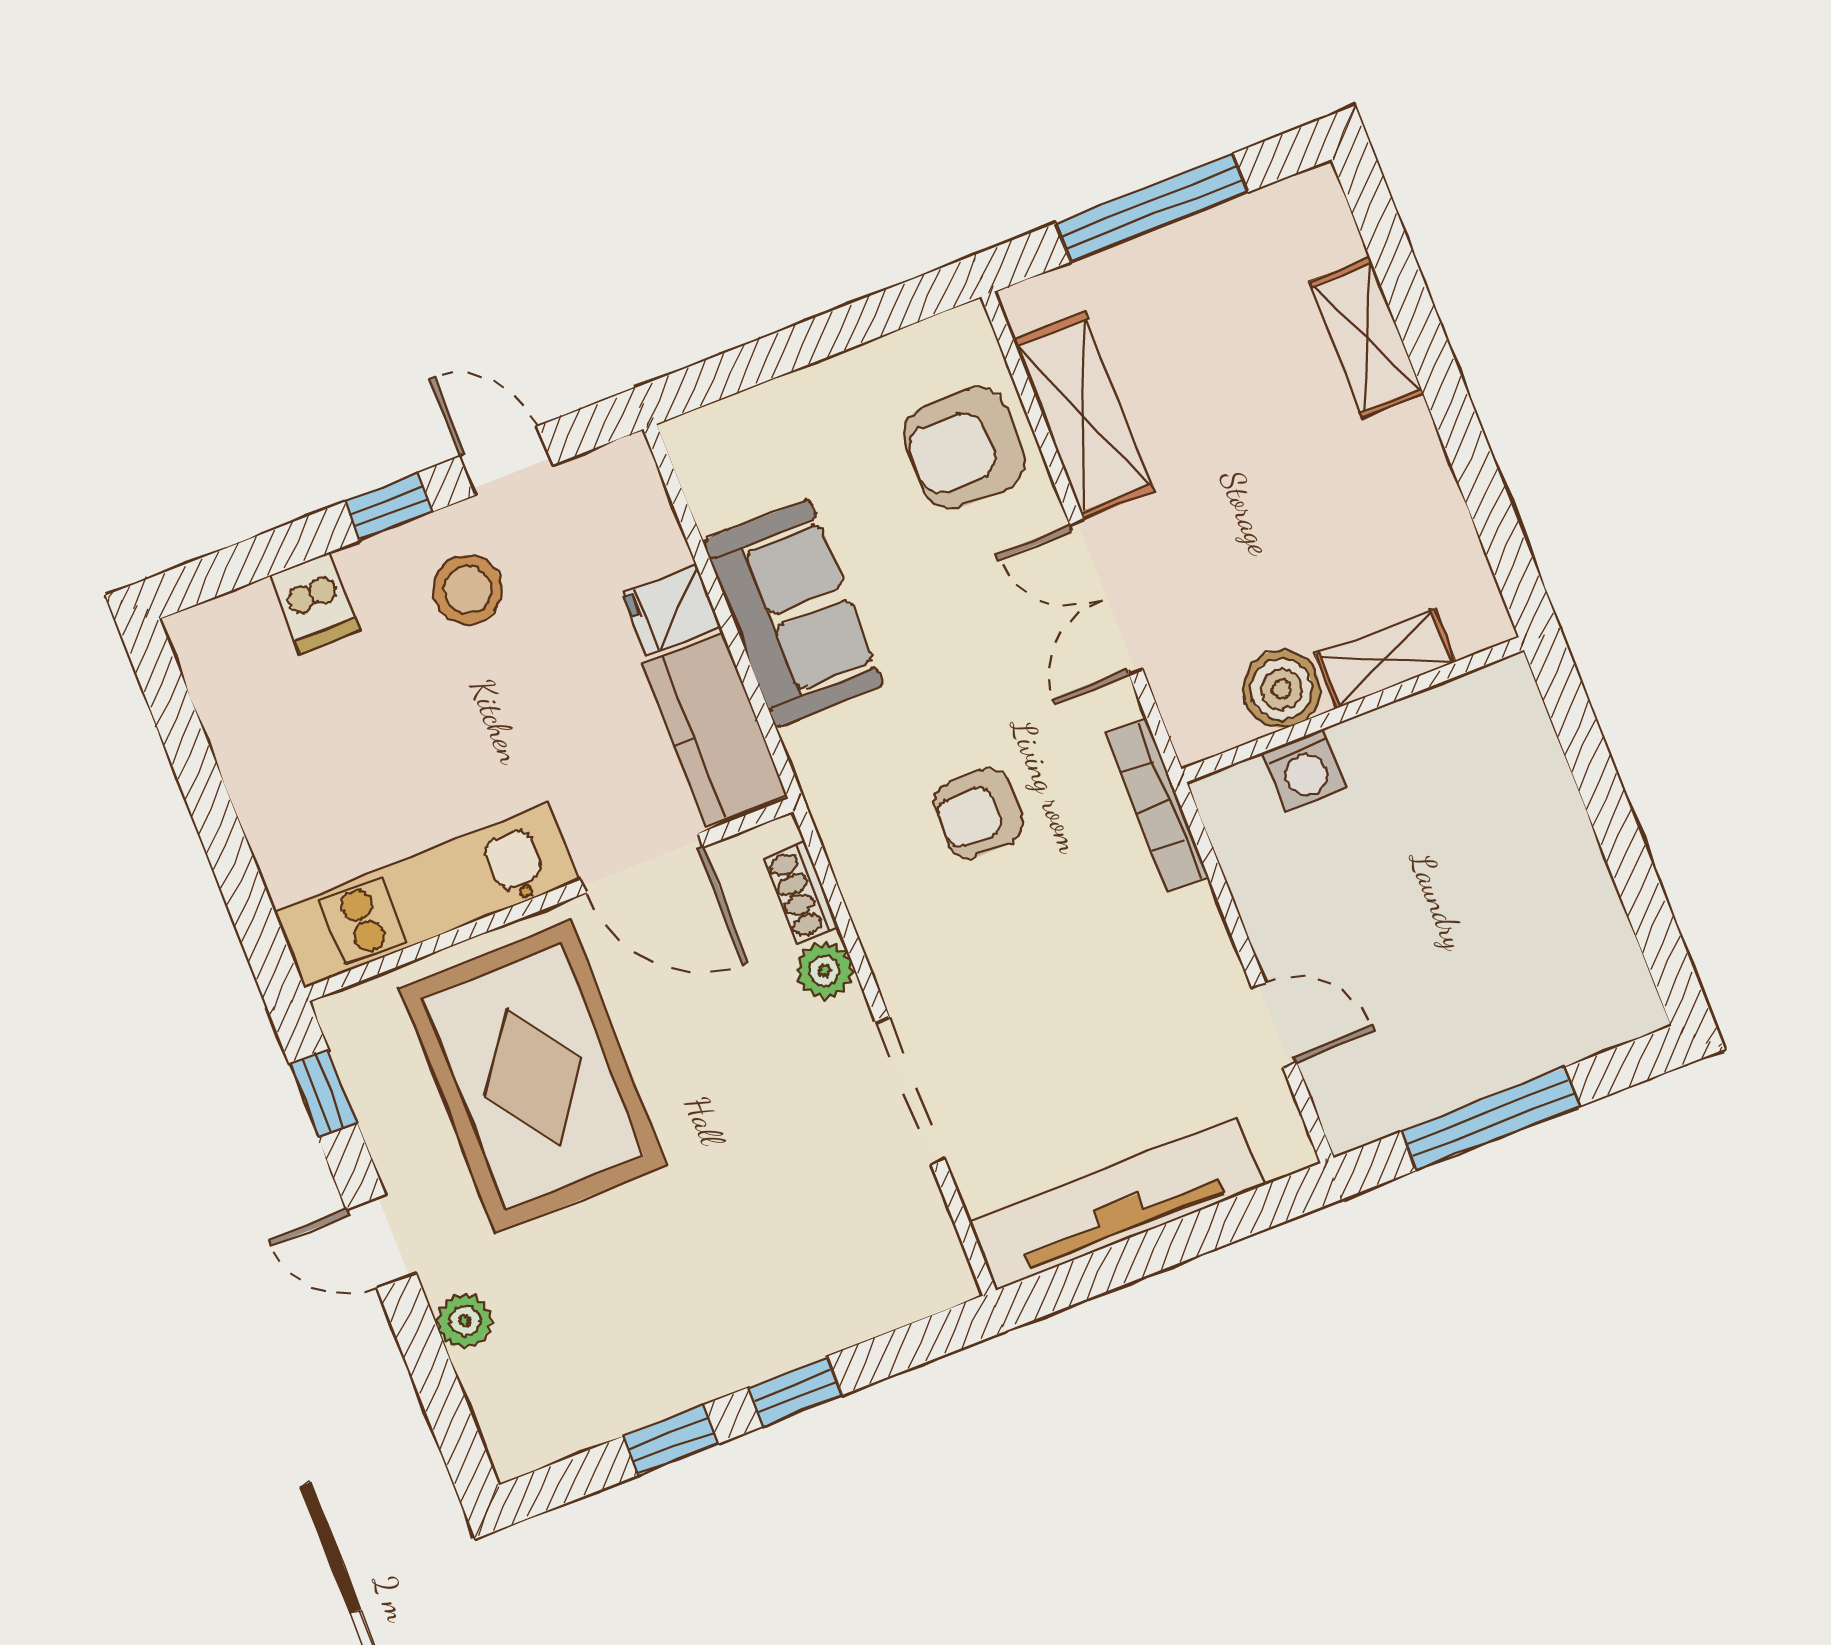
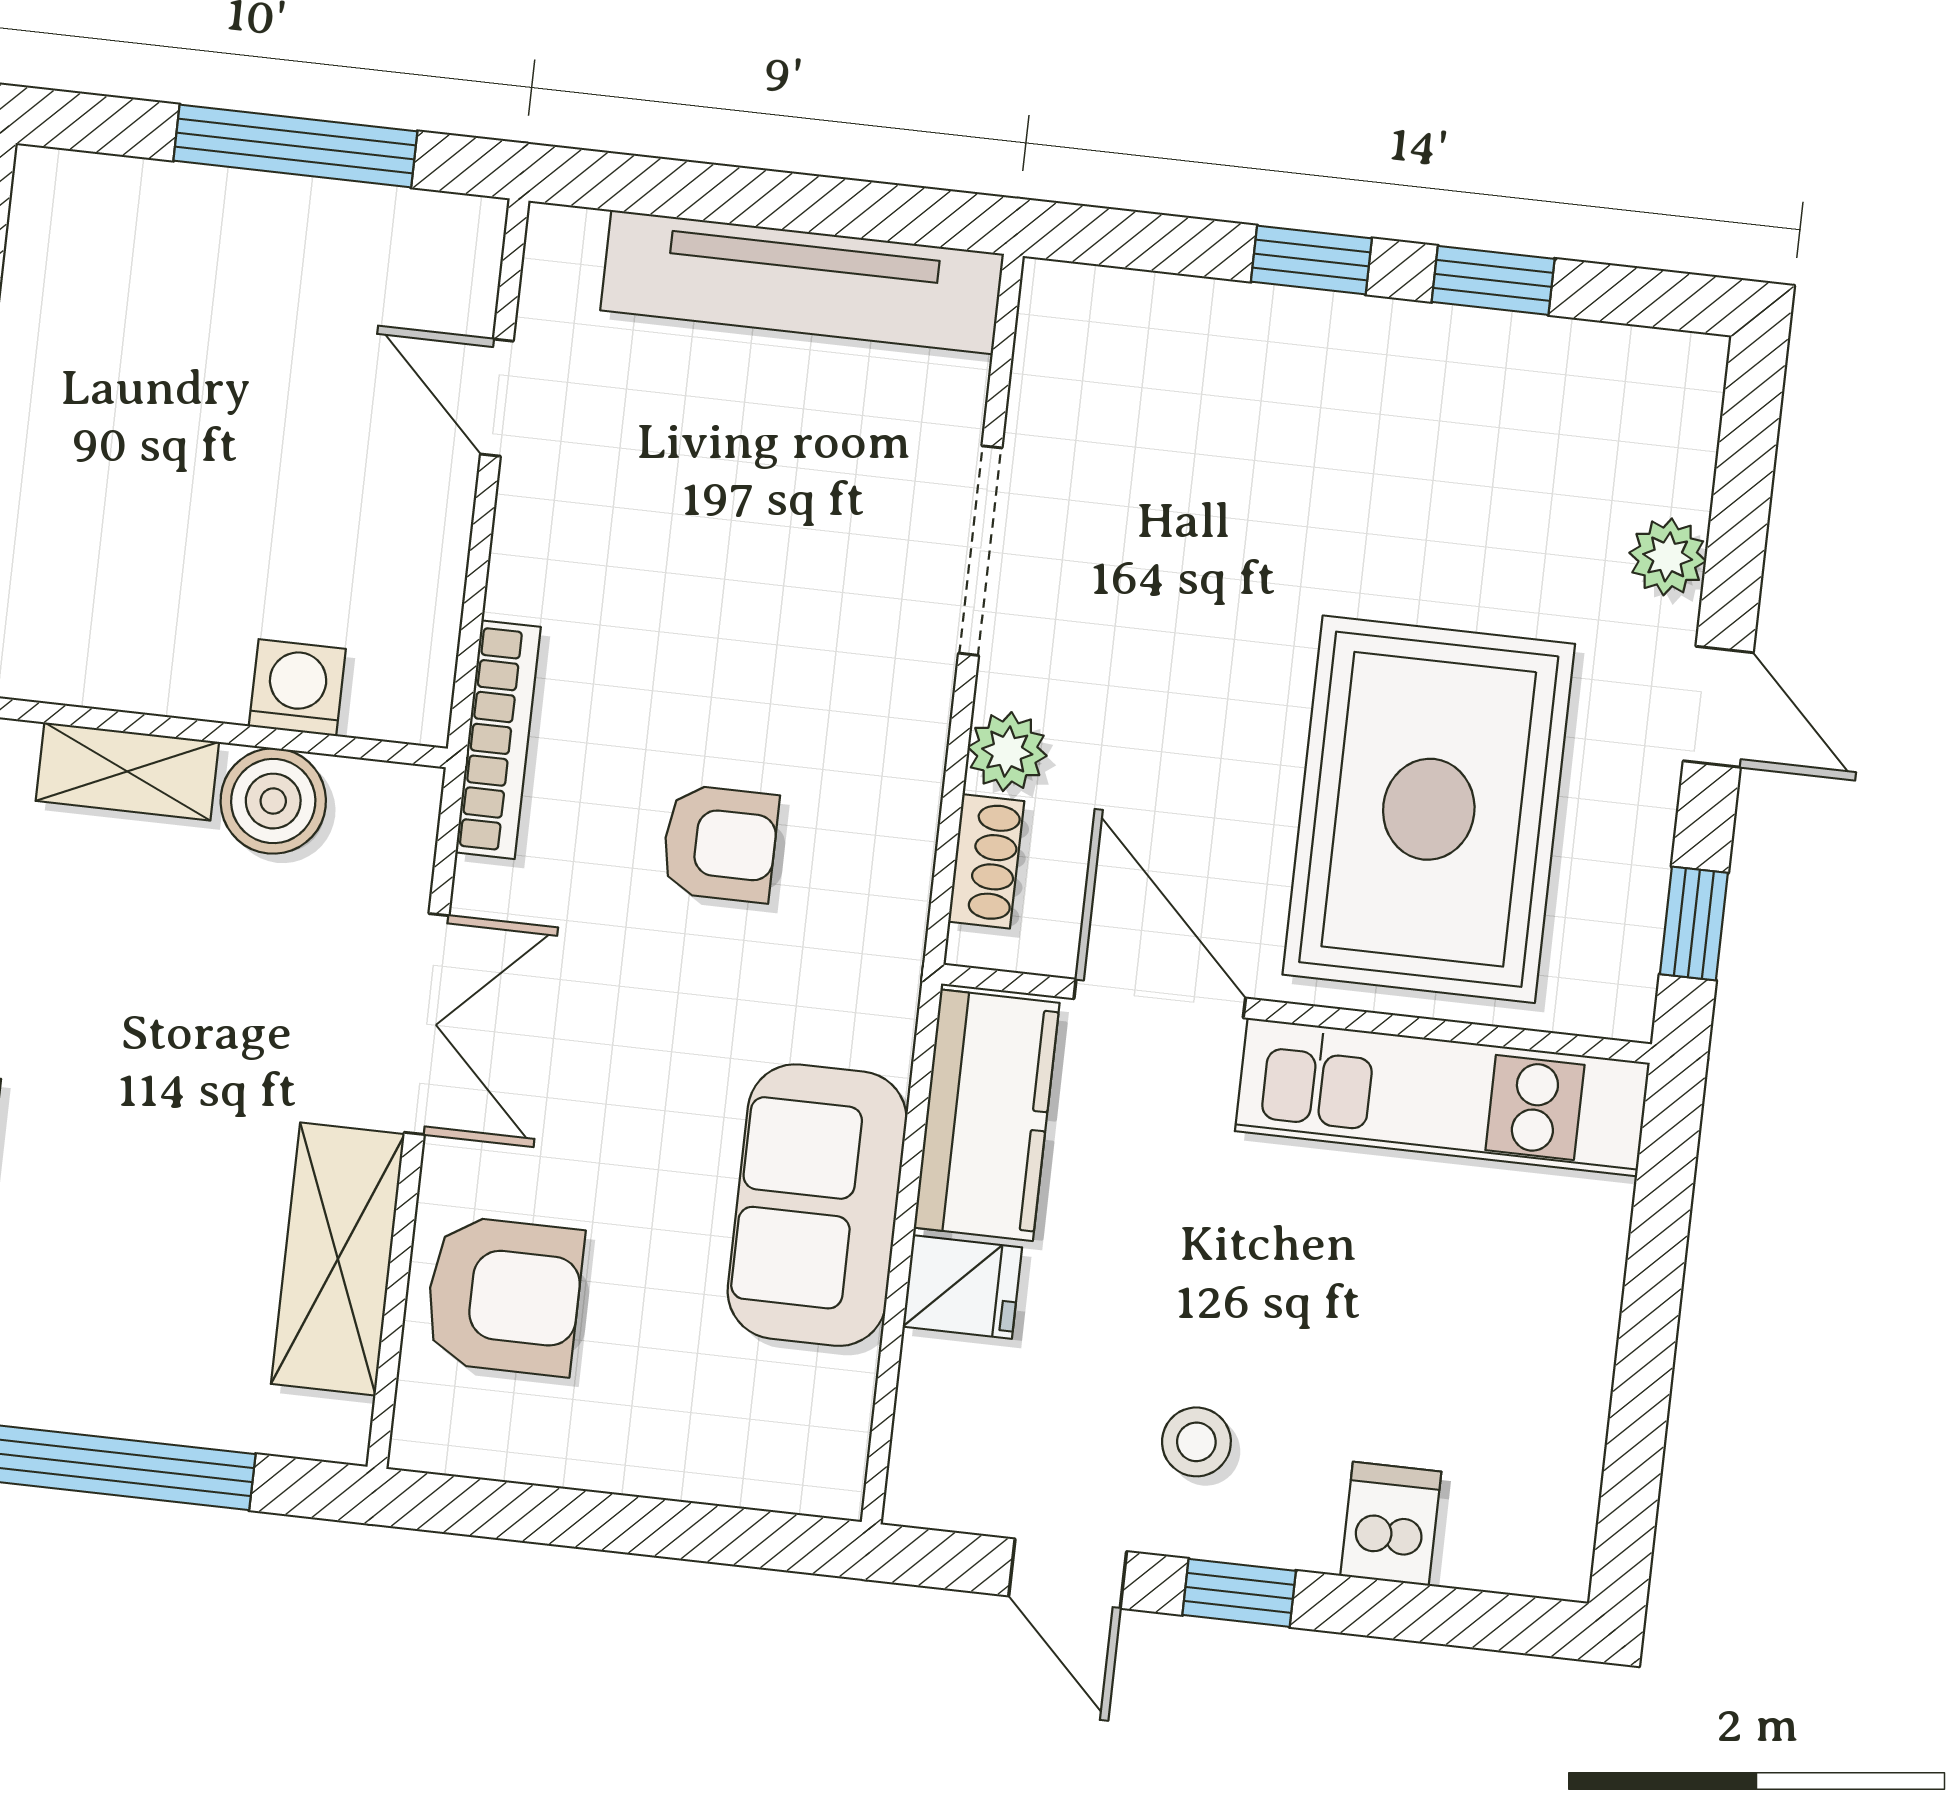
stool: (468, 590) -> (1196, 1442), width x0.73, depth x0.73

